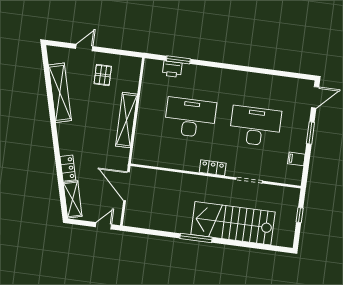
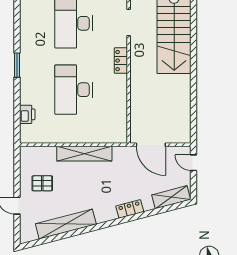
window: (178, 60) -> (17, 65), moved
locker: (68, 168) -> (130, 209), moved
door: (126, 186) -> (151, 145), hinge flipped
window: (196, 238) -> (194, 68), removed

